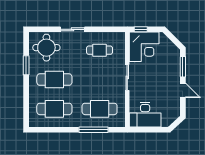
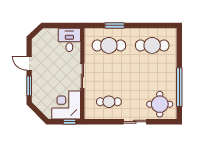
window: (26, 65) -> (179, 87), width x2.11
cafe table: (54, 80) -> (152, 74), removed
desk: (145, 115) -> (69, 40), width x0.73
window: (94, 130) -> (115, 25), width x0.69

